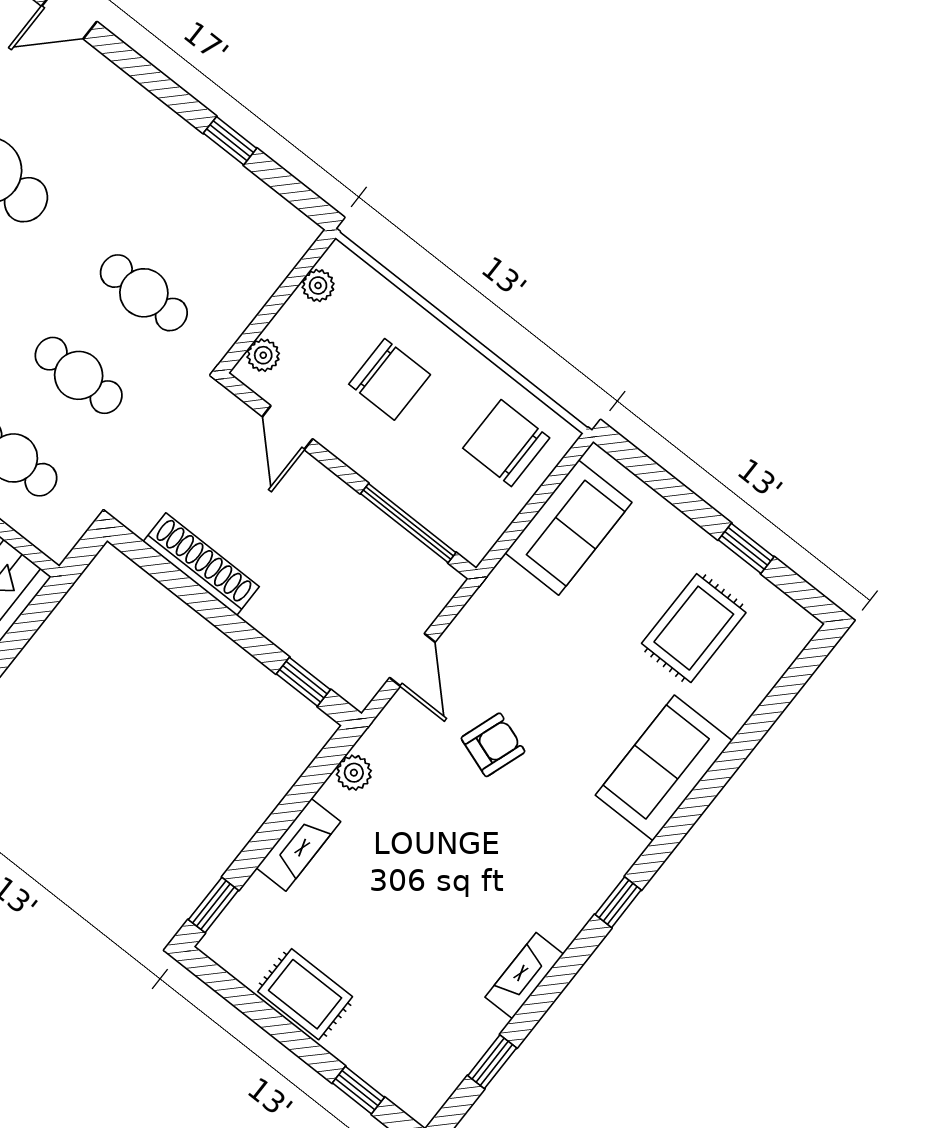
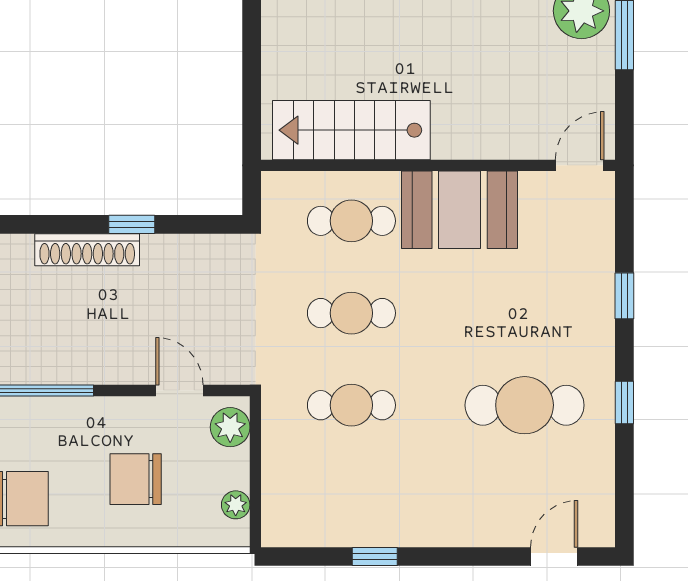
plant: (263, 355) -> (230, 427), width x1.38, depth x1.38
shoe rack: (201, 564) -> (87, 250), moved
window: (303, 682) -> (132, 224), moved

